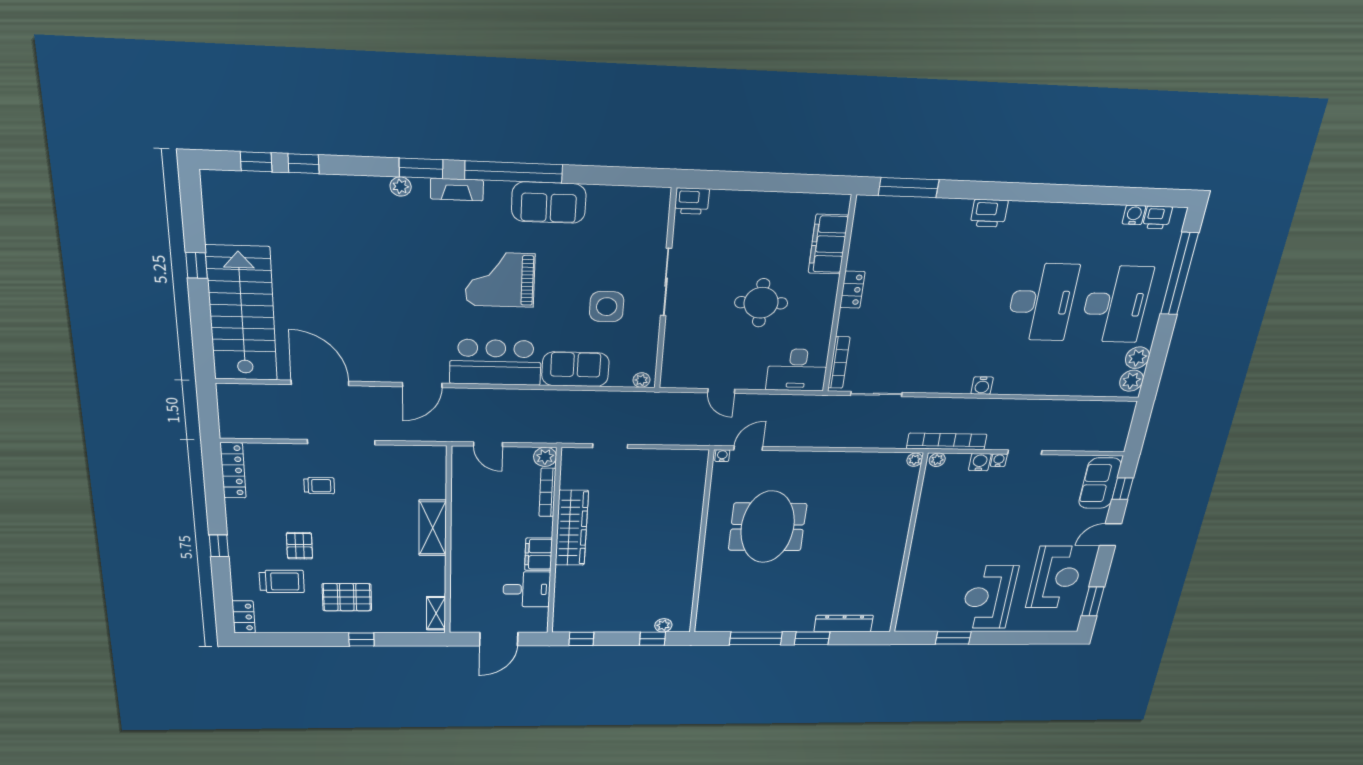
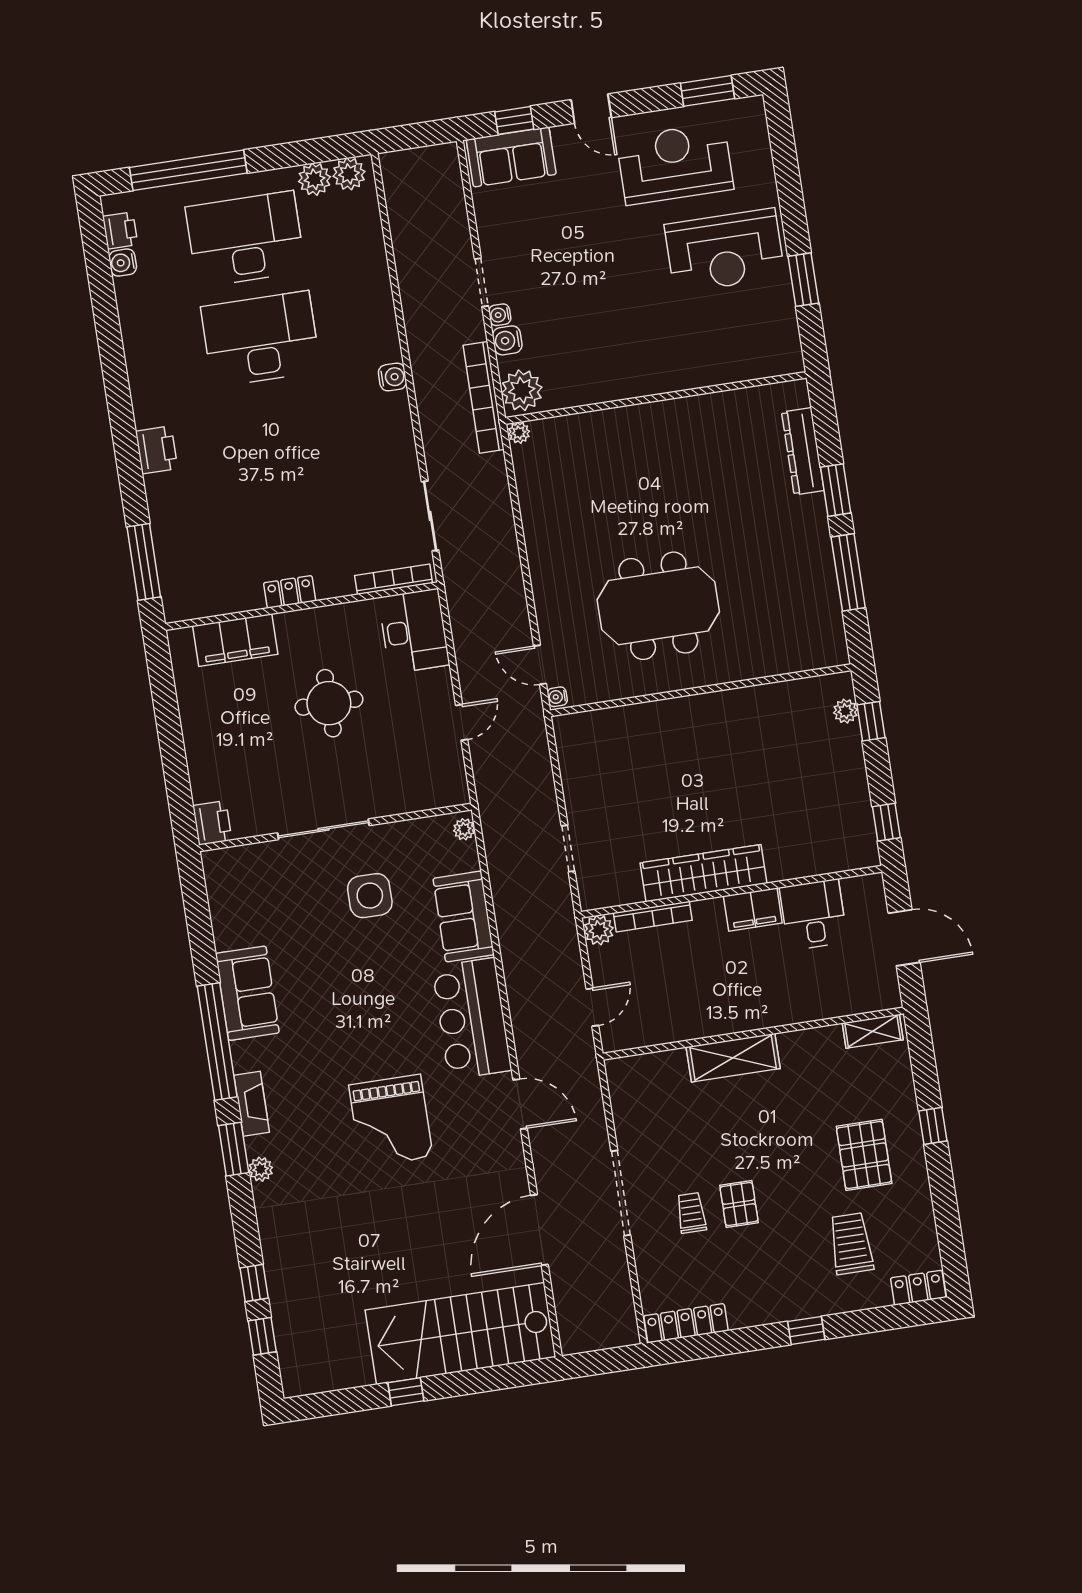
grand piano: (500, 280) -> (391, 1121), moved
plant: (937, 460) -> (522, 390), width x1.88, depth x1.88
pallet: (299, 546) -> (739, 1204), moved, turned 90

